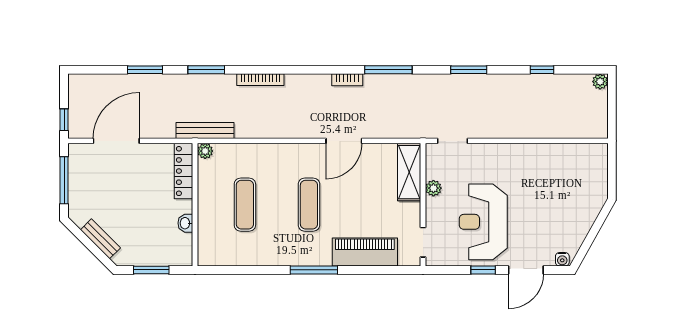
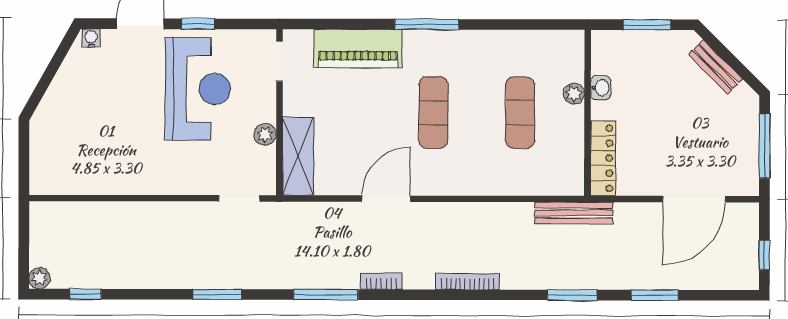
window: (542, 70) -> (85, 294), moved
bookcase: (260, 80) -> (468, 281), moved
window: (64, 120) -> (764, 255), moved
plant: (205, 151) -> (574, 94), moved

